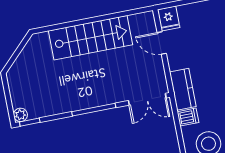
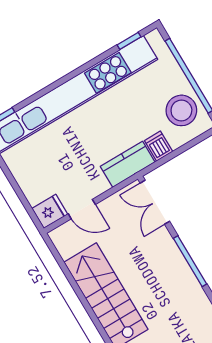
door: (162, 43) -> (82, 209), hinge flipped
double door: (147, 99) -> (155, 202), swing flipped

